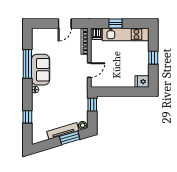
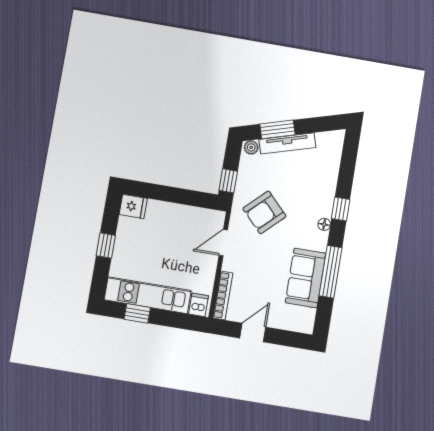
window: (116, 24) -> (137, 313), moved
sofa: (41, 70) -> (306, 278), moved
armchair: (69, 91) -> (264, 212), added
window: (27, 117) -> (341, 209), moved

